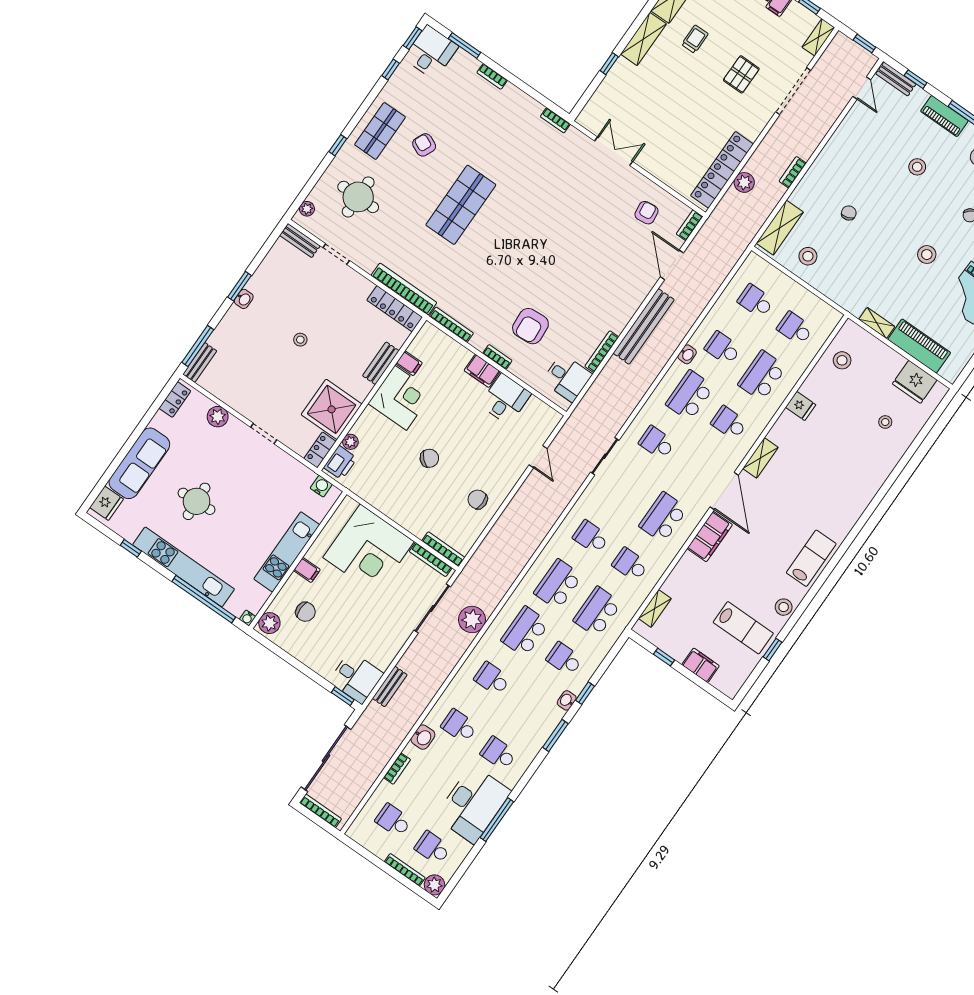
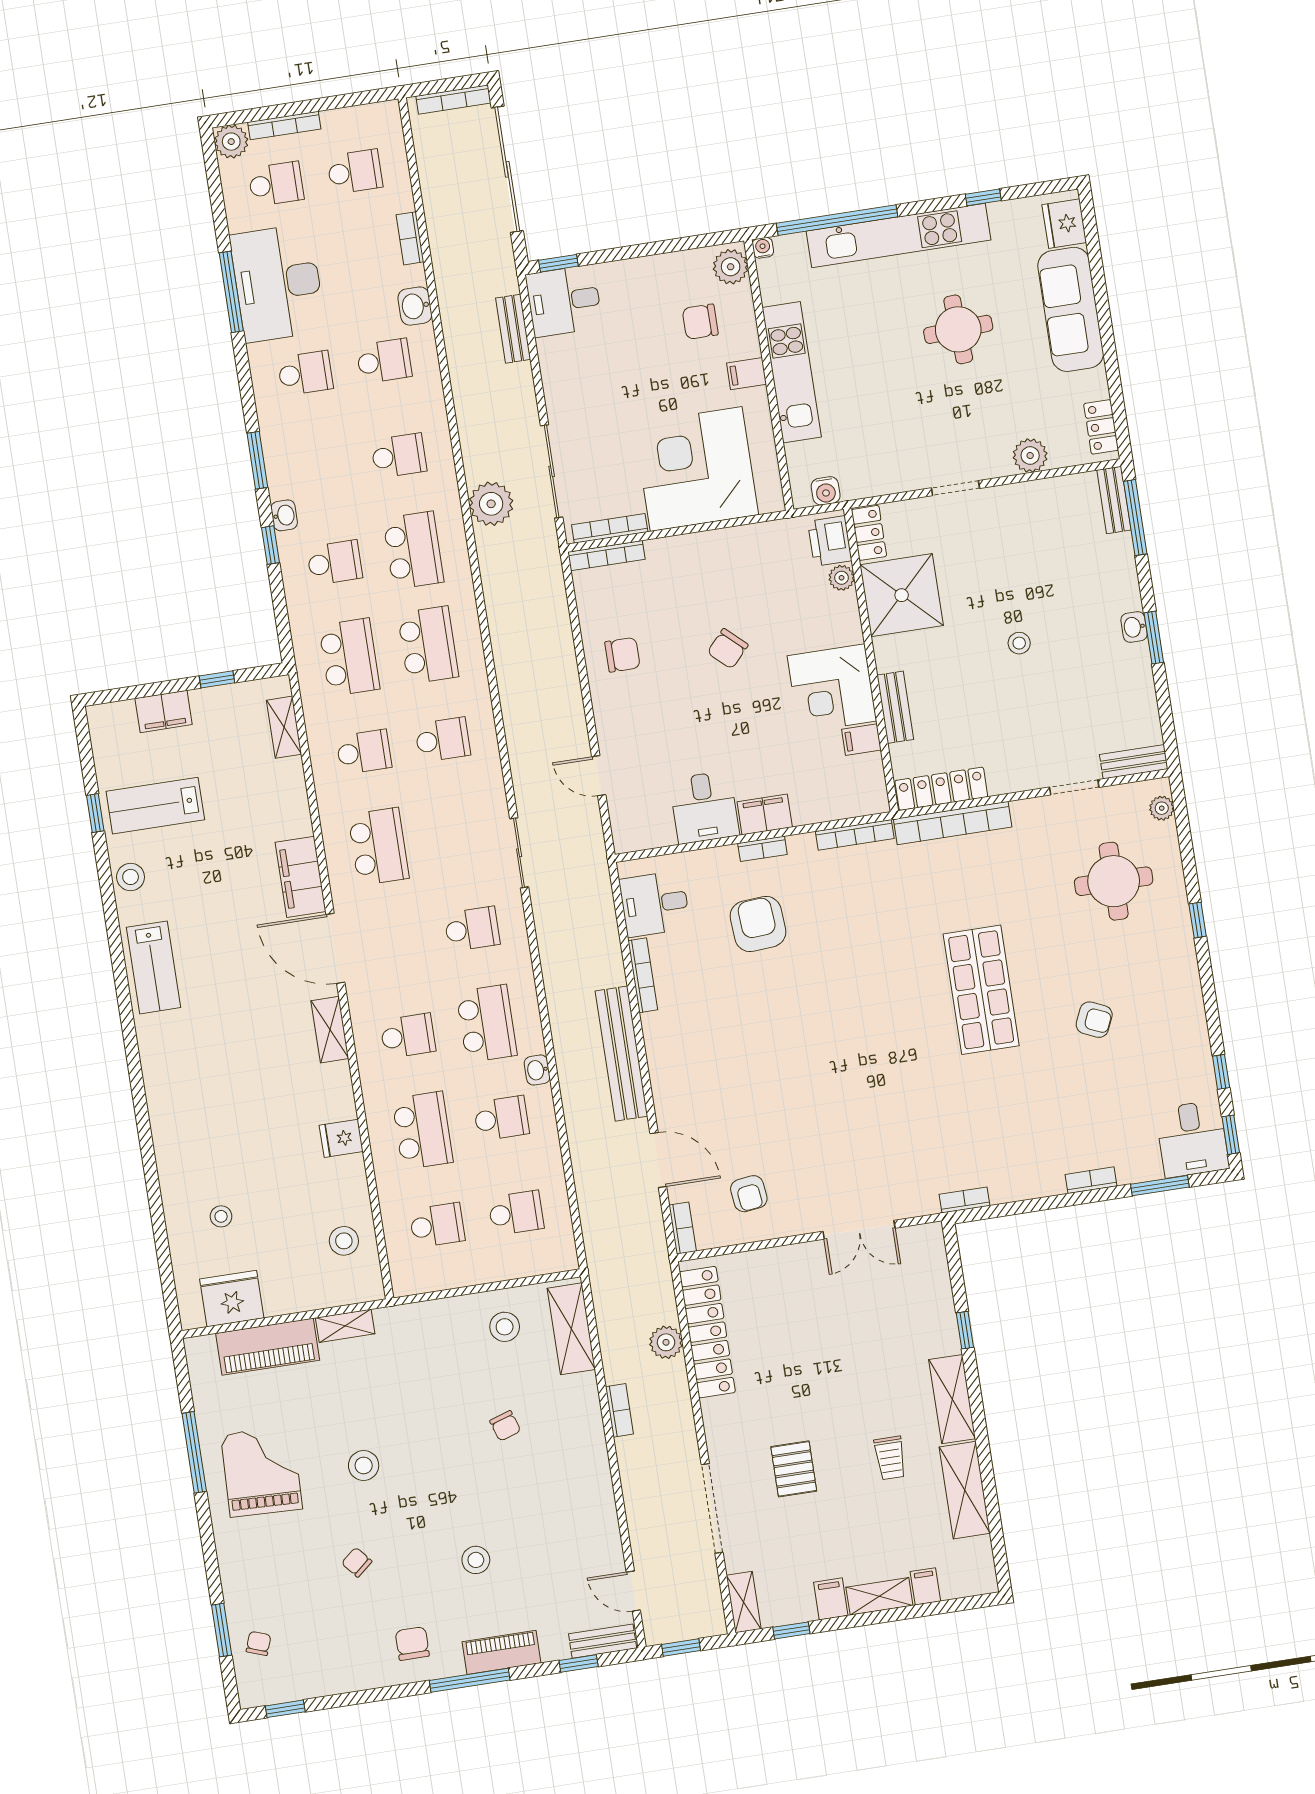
shop shelf: (380, 131) -> (1163, 986), removed

